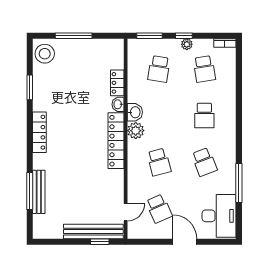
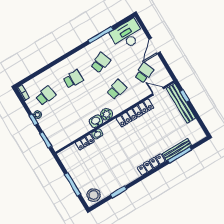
school desk: (159, 69) -> (62, 122), removed
locker: (39, 132) -> (151, 165), moved
locker: (116, 141) -> (135, 113), moved

